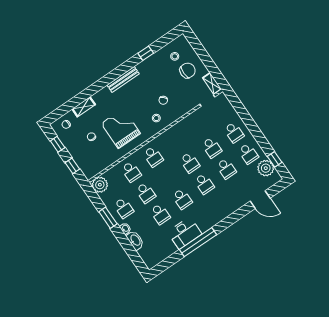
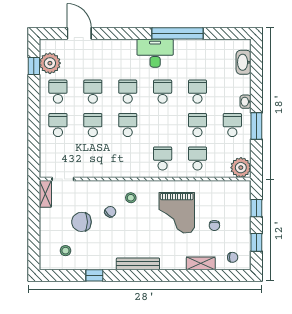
chair: (188, 70) -> (81, 222), moved
desk: (185, 233) -> (155, 53), moved
washbasin: (135, 240) -> (244, 62), moved

